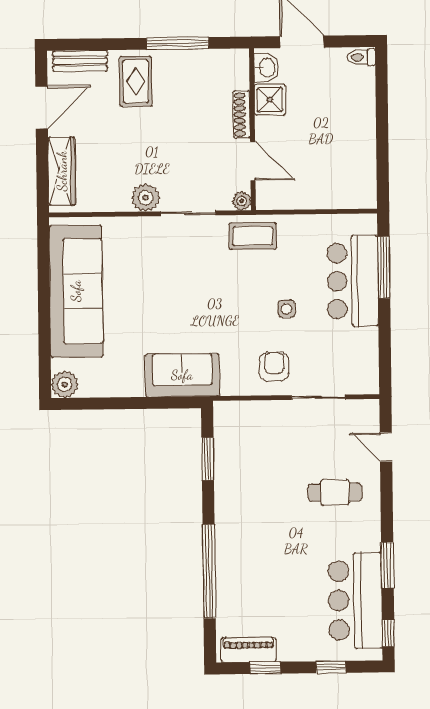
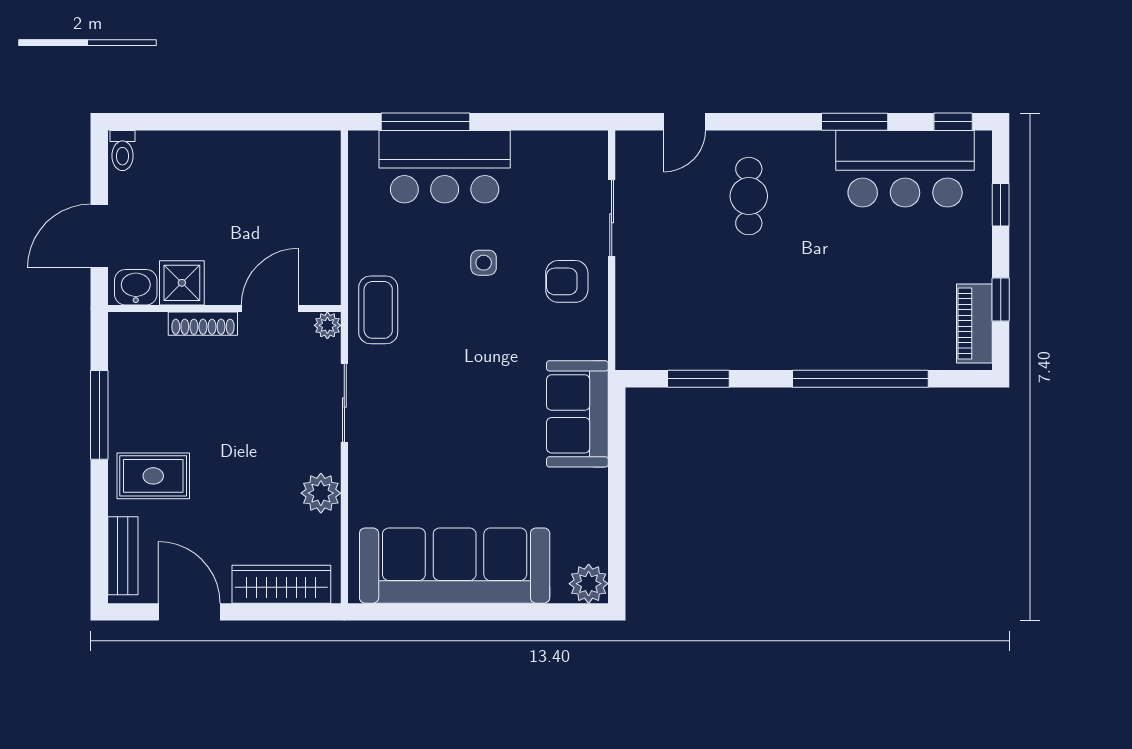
plant: (146, 198) -> (321, 493), moved

